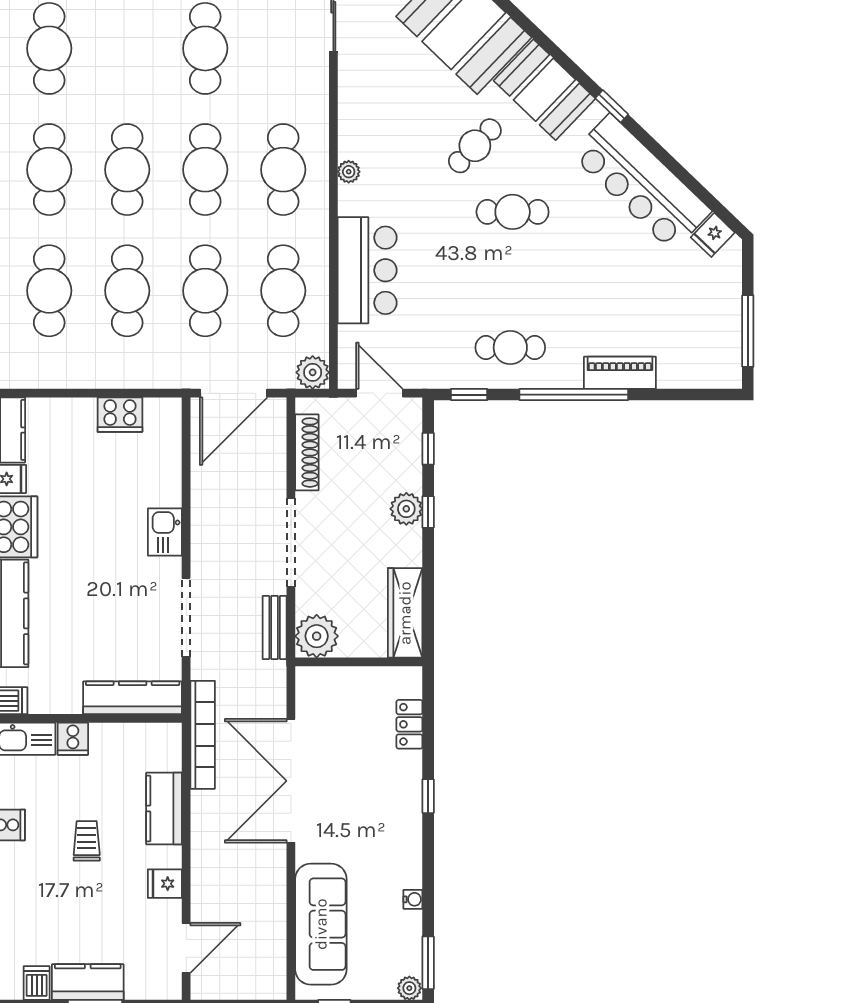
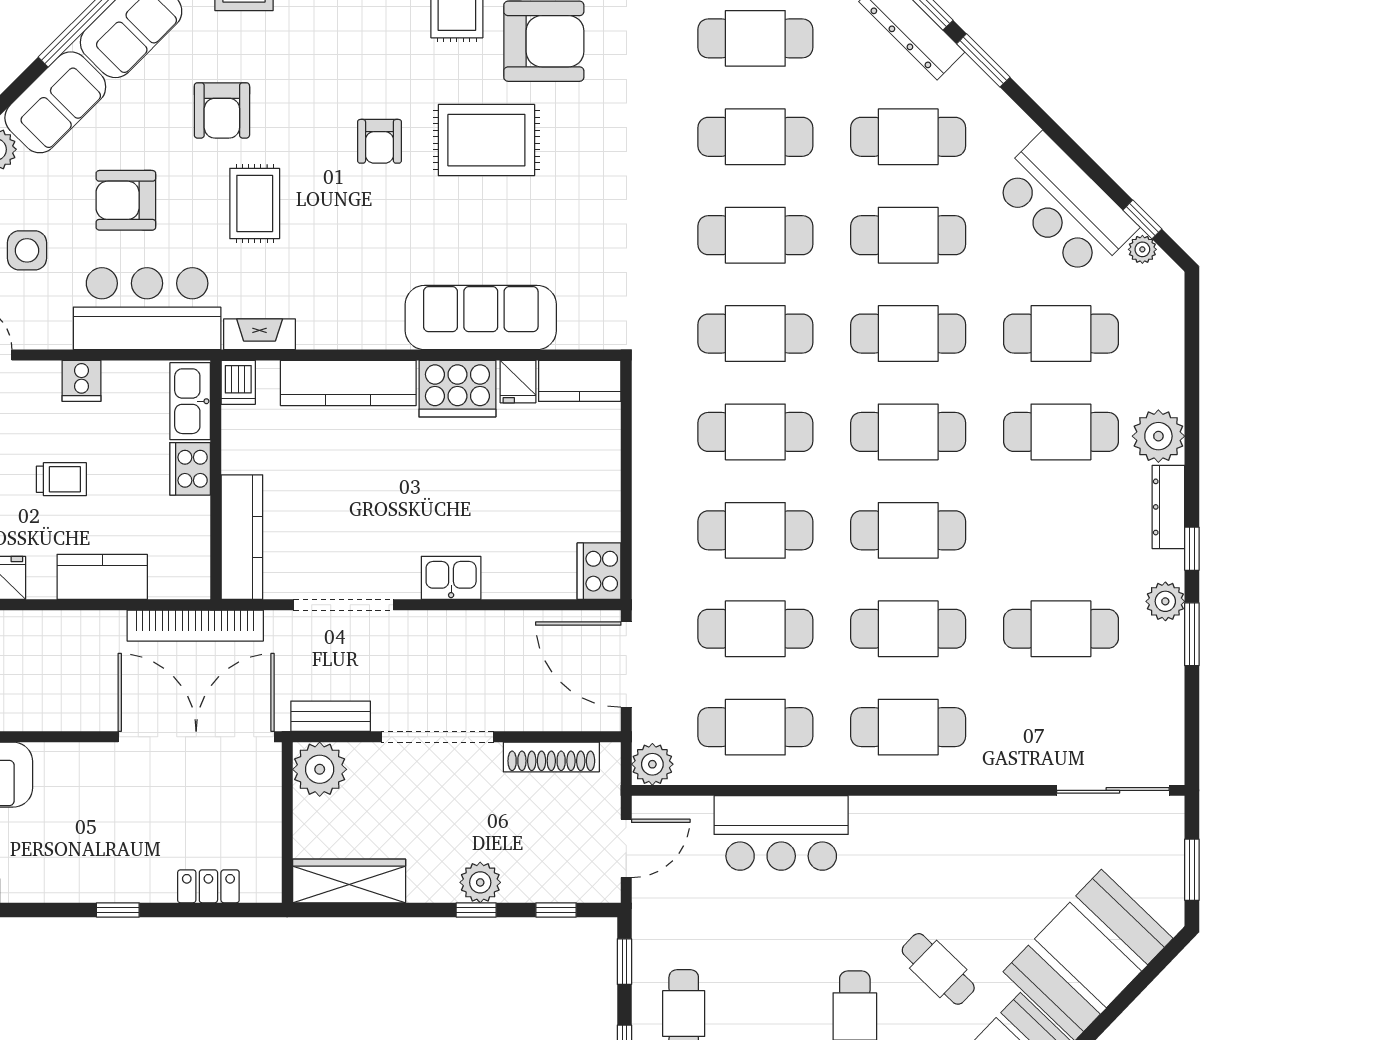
plant: (349, 172) -> (905, 810), removed
cooker: (120, 415) -> (599, 571), moved
cooker: (73, 739) -> (190, 469), width x1.36
double door: (291, 781) -> (196, 737), moved

